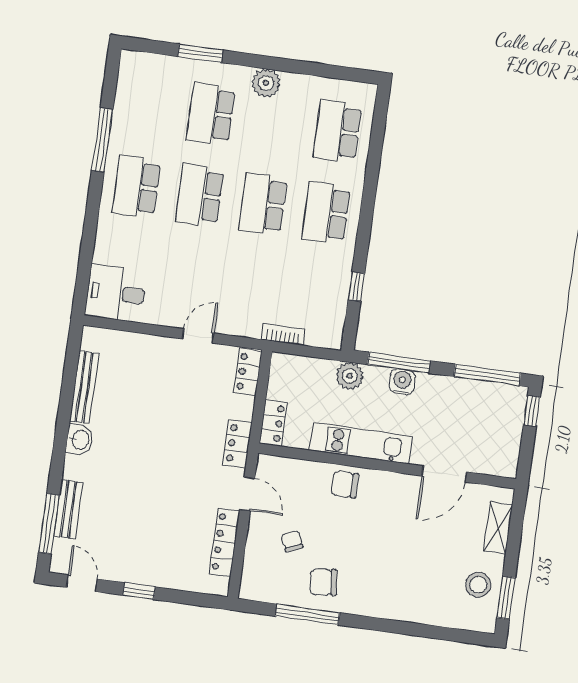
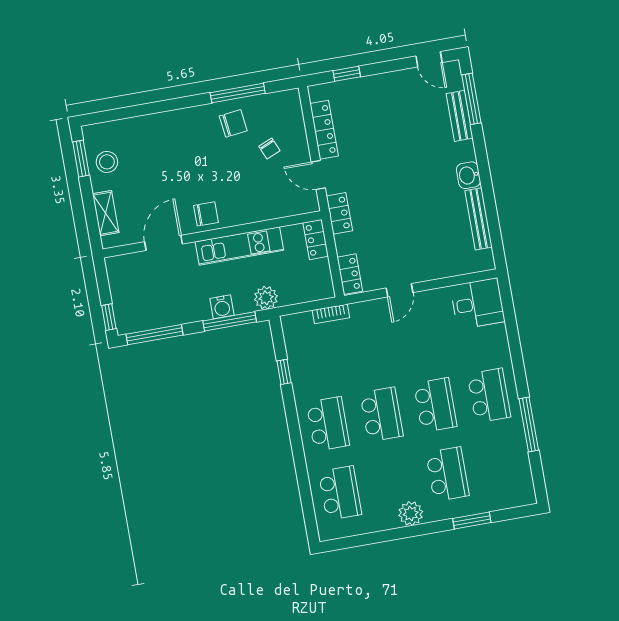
chair: (345, 484) -> (206, 214), moved
window: (139, 591) -> (347, 74), moved

